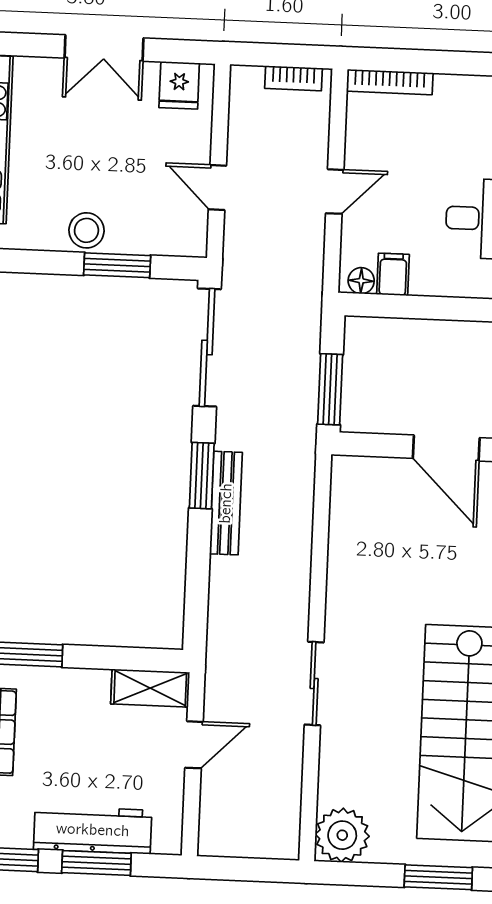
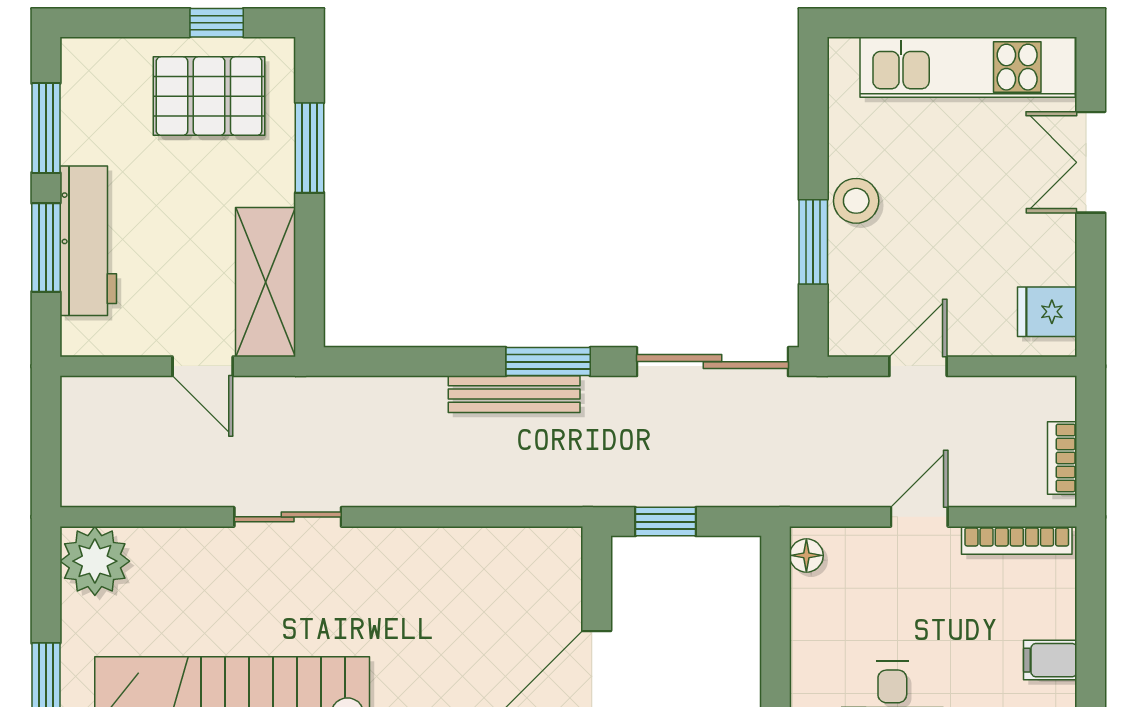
double door: (104, 48) -> (1091, 162), moved
bookcase: (390, 82) -> (1017, 540), moved, turned -90
door: (335, 192) -> (919, 517), swing flipped
filing cabinet: (393, 274) -> (1050, 660), moved, turned 180
window: (330, 389) -> (666, 522), width x0.67
shelving: (150, 688) -> (266, 282), width x1.50, depth x1.33

